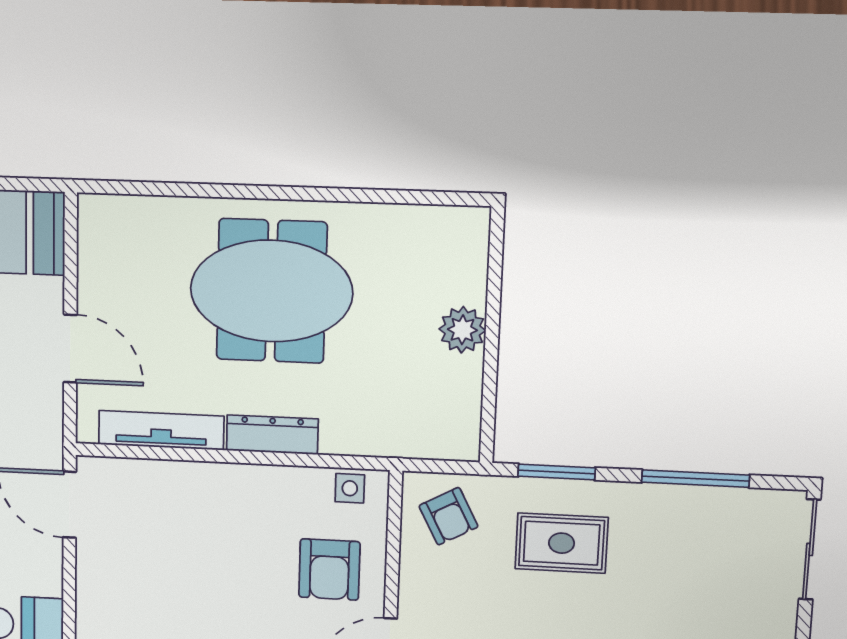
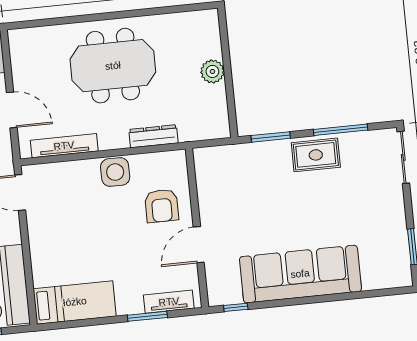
dresser: (272, 435) -> (153, 136), moved
side table: (350, 488) -> (115, 172), moved, width x1.87, depth x1.87
armchair: (449, 516) -> (219, 168), removed
rug: (562, 543) -> (316, 155), moved

